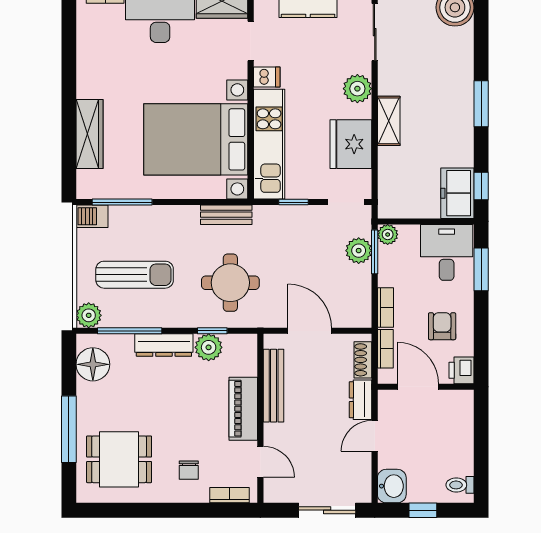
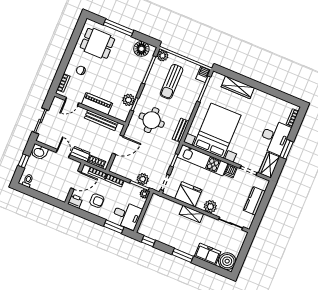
freezer: (457, 193) -> (208, 254), moved
dresser: (164, 345) -> (137, 82), removed
dining table: (119, 459) -> (97, 43), turned 90

